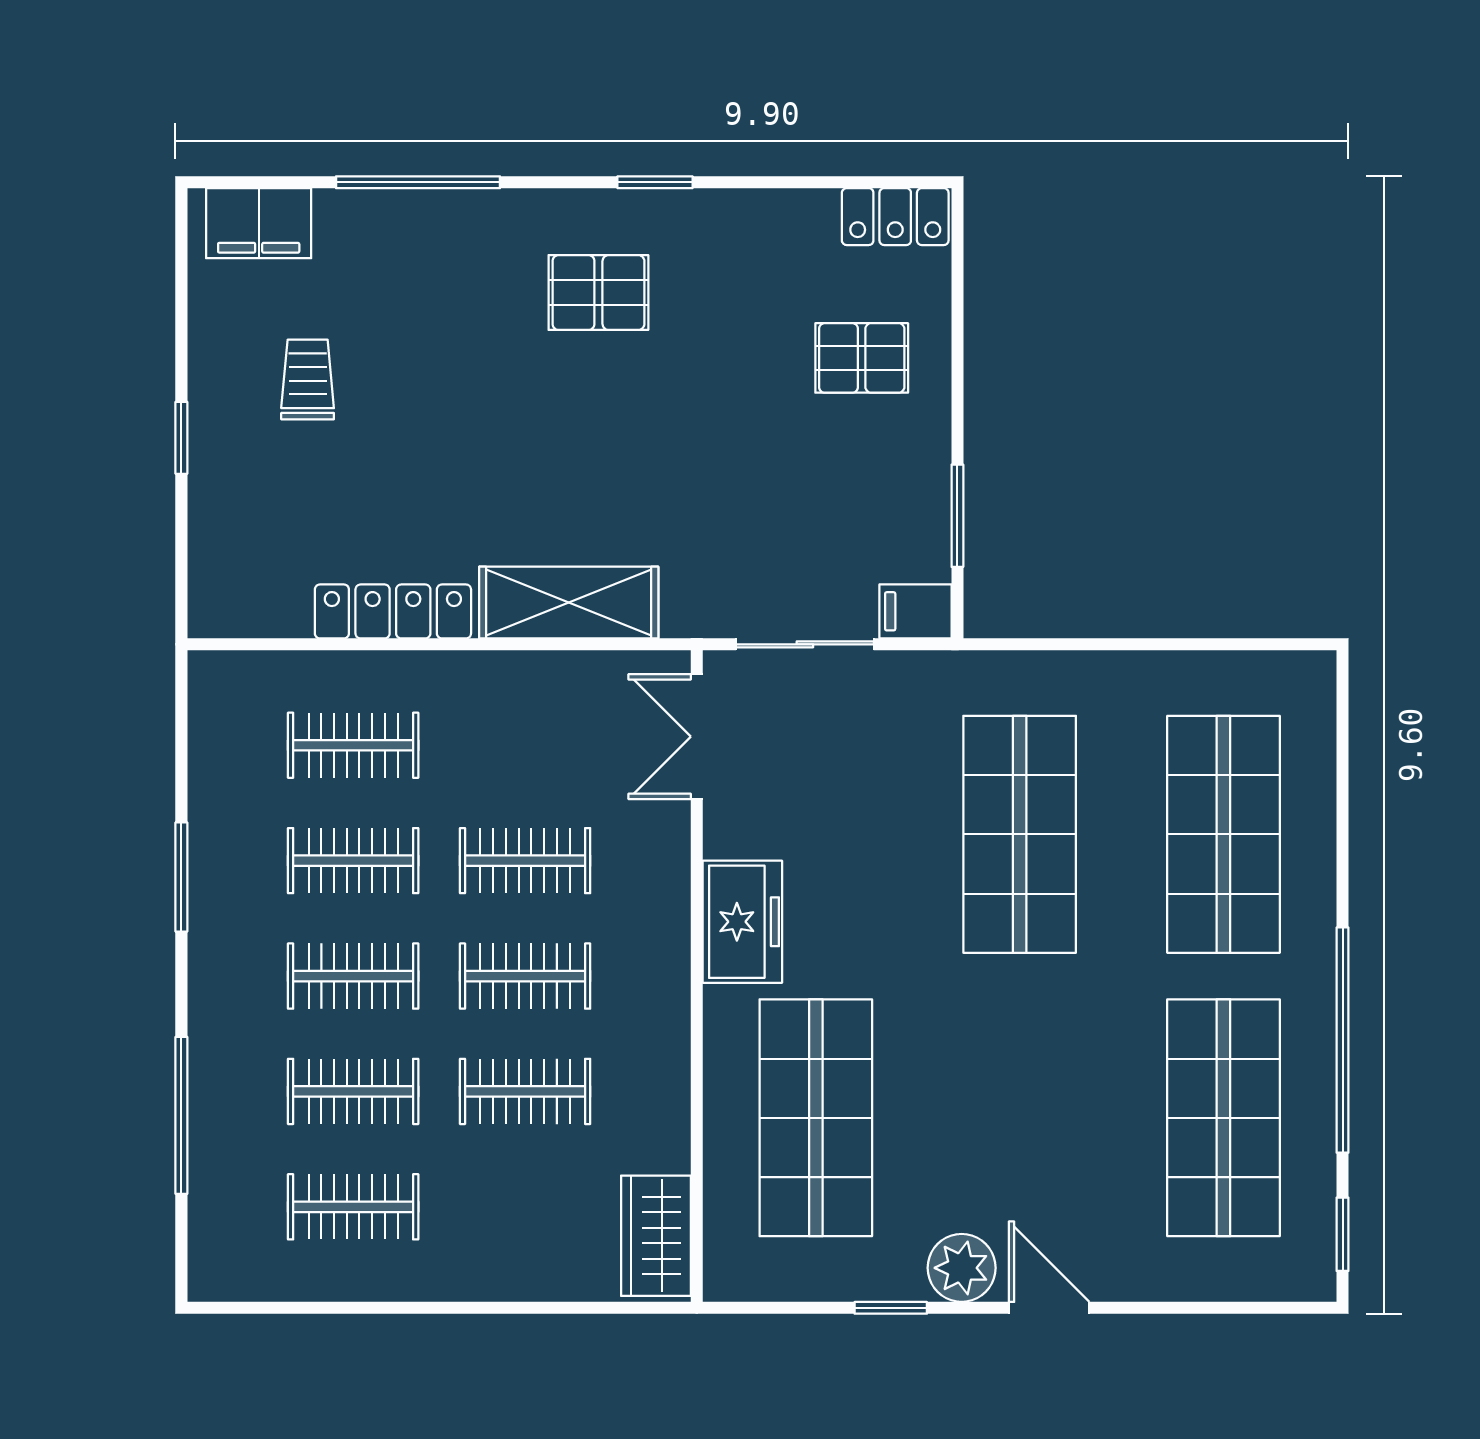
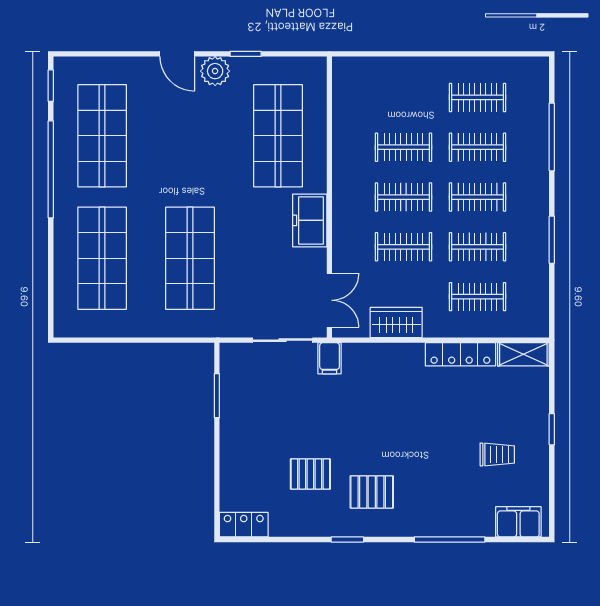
pallet: (862, 358) -> (310, 474), moved
trolley: (308, 379) -> (497, 454), turned -90
shelving: (569, 603) -> (523, 354), moved, width x0.67, depth x0.75
filing cabinet: (915, 611) -> (330, 358), moved, turned 90
wardrobe: (656, 1236) -> (396, 323), moved, turned -90

